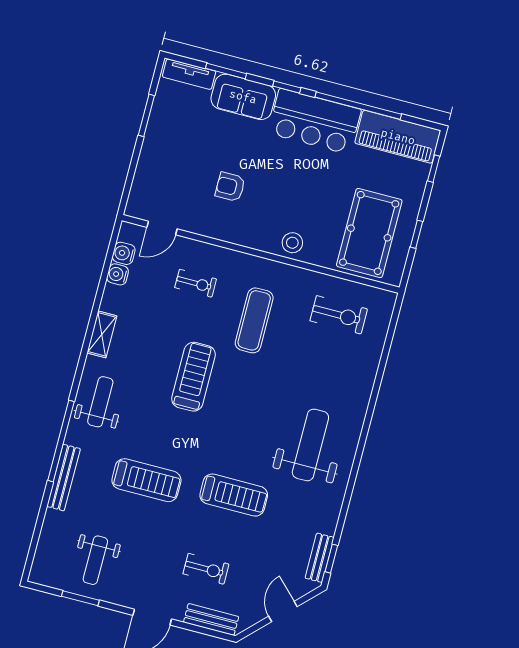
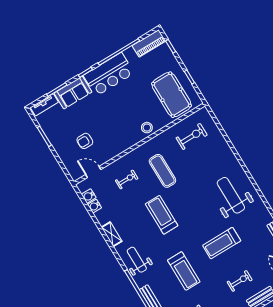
piano: (398, 137) -> (149, 43), width x0.73, depth x0.75
armchair: (230, 187) -> (85, 141), moved
door: (162, 228) -> (93, 172), swing flipped
treadmill: (146, 480) -> (184, 271), turned 90
treadmill: (234, 495) -> (222, 243), turned 180

